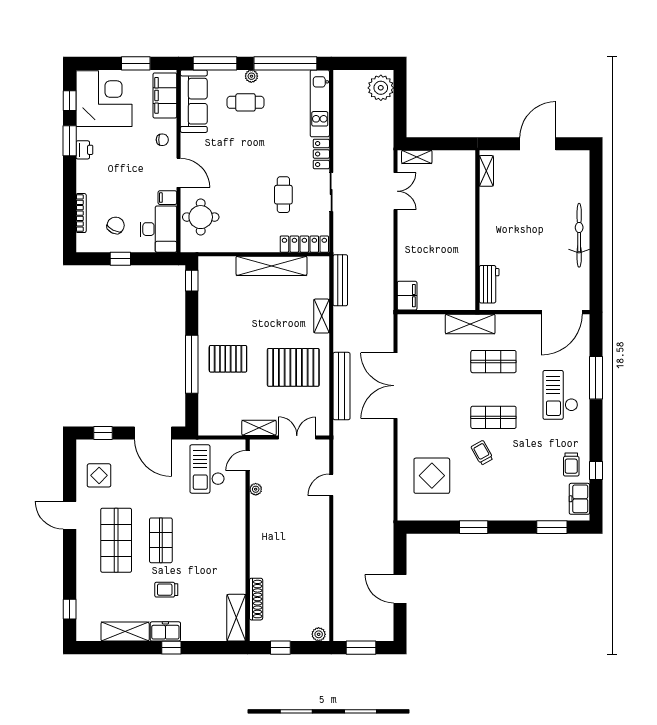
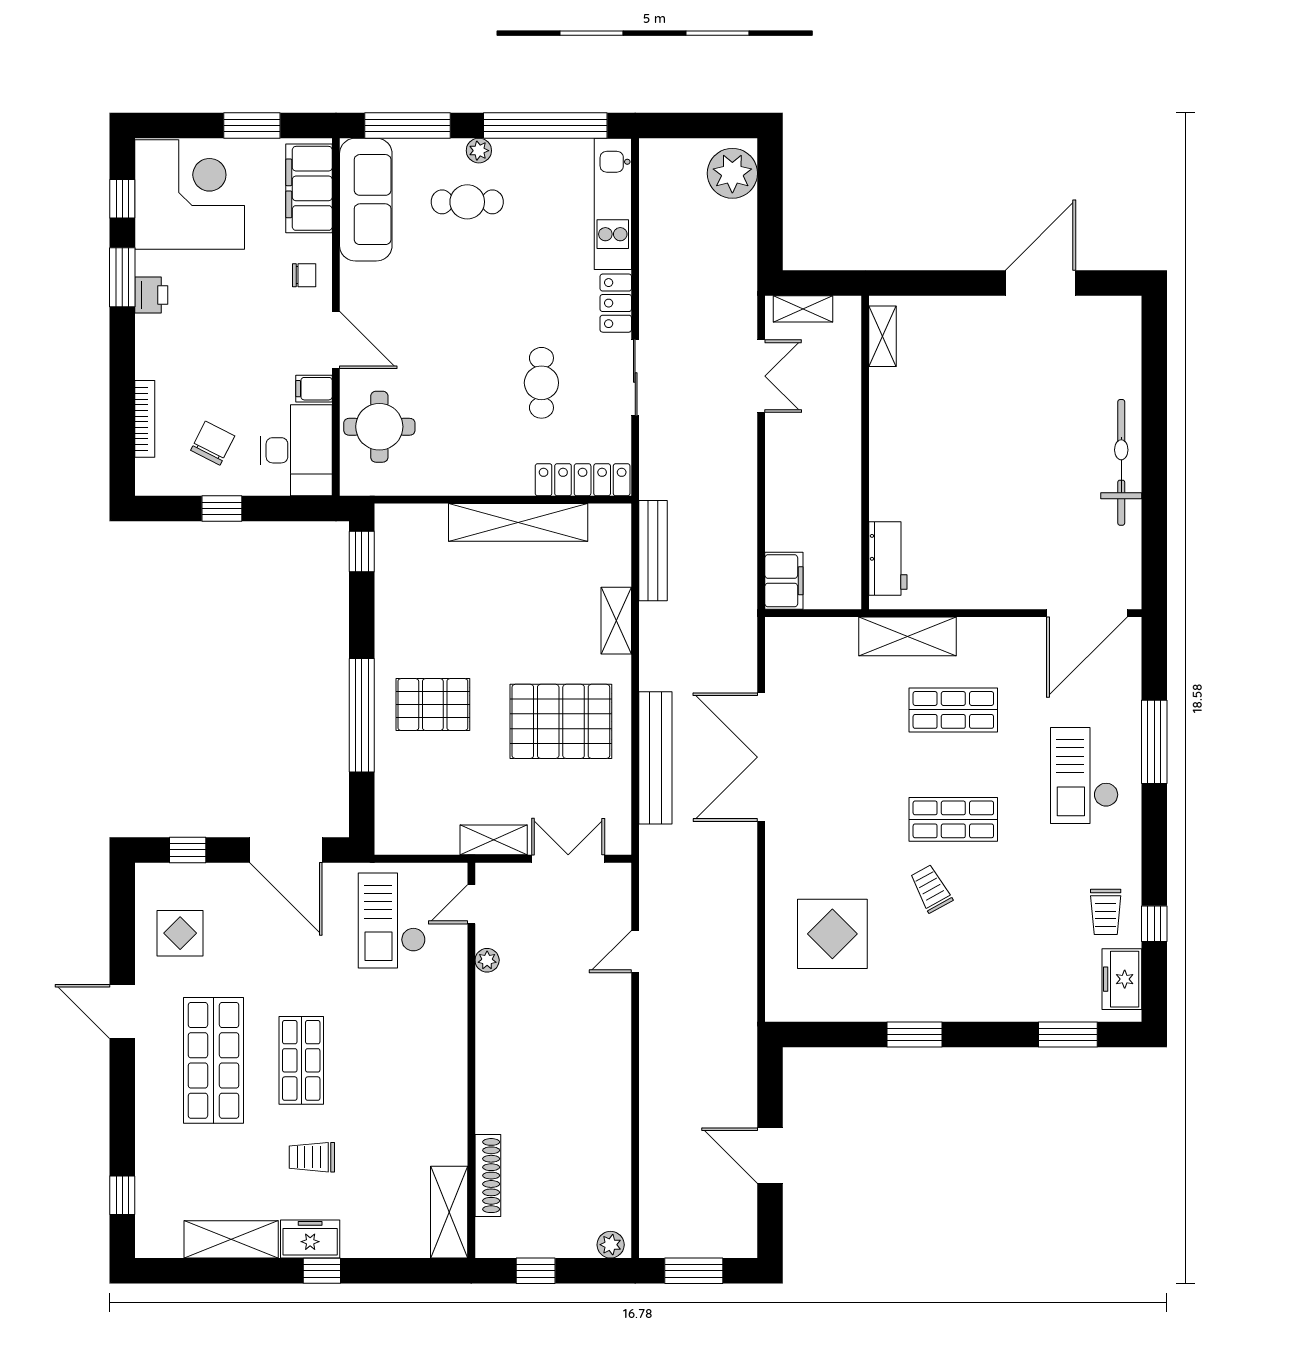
shelving: (486, 171) -> (883, 336), moved
wall: (477, 230) -> (865, 452), moved
workbench: (489, 284) -> (888, 558), moved

